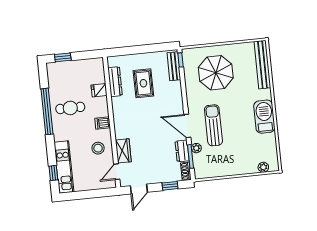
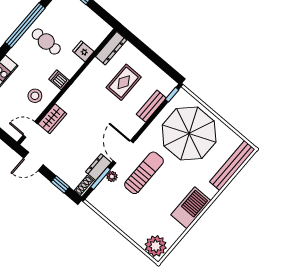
bench: (174, 66) -> (151, 106), moved
parasol: (216, 73) -> (189, 134), width x1.36, depth x1.36
dresser: (115, 82) -> (111, 48), moved
plant: (263, 167) -> (156, 246), width x1.87, depth x1.87

